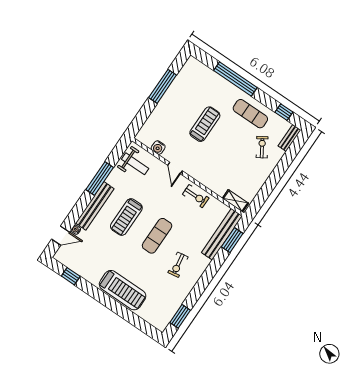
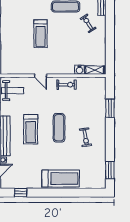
treadmill: (205, 124) -> (41, 34), turned 180
water cooler: (158, 148) -> (79, 70), moved
bench: (222, 234) -> (101, 98), removed
window: (232, 240) -> (110, 108), moved

